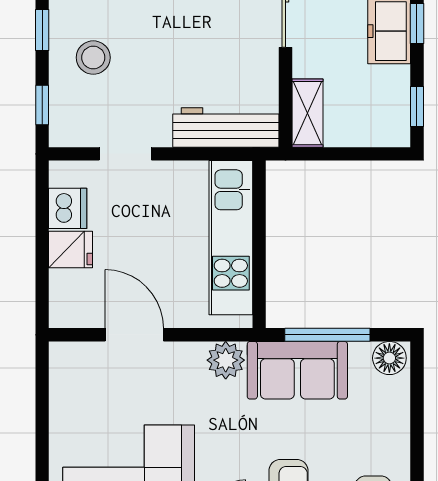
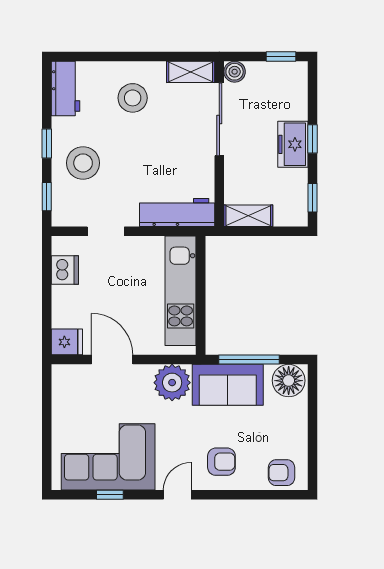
stool: (93, 58) -> (83, 163), width x1.38, depth x1.38
shelving: (307, 113) -> (248, 216), moved, turned 90
fridge: (71, 250) -> (67, 342), moved
floor lamp: (389, 358) -> (289, 381), width x1.38, depth x1.38
plant: (226, 360) -> (172, 383), width x1.36, depth x1.36

